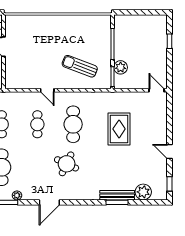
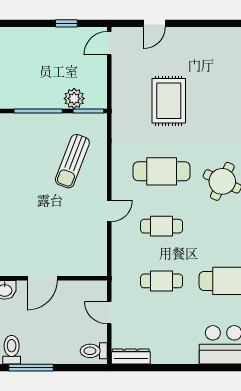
window: (170, 41) -> (66, 23), moved
rug: (119, 129) -> (169, 101), turned 90
door: (170, 151) -> (154, 23), moved

